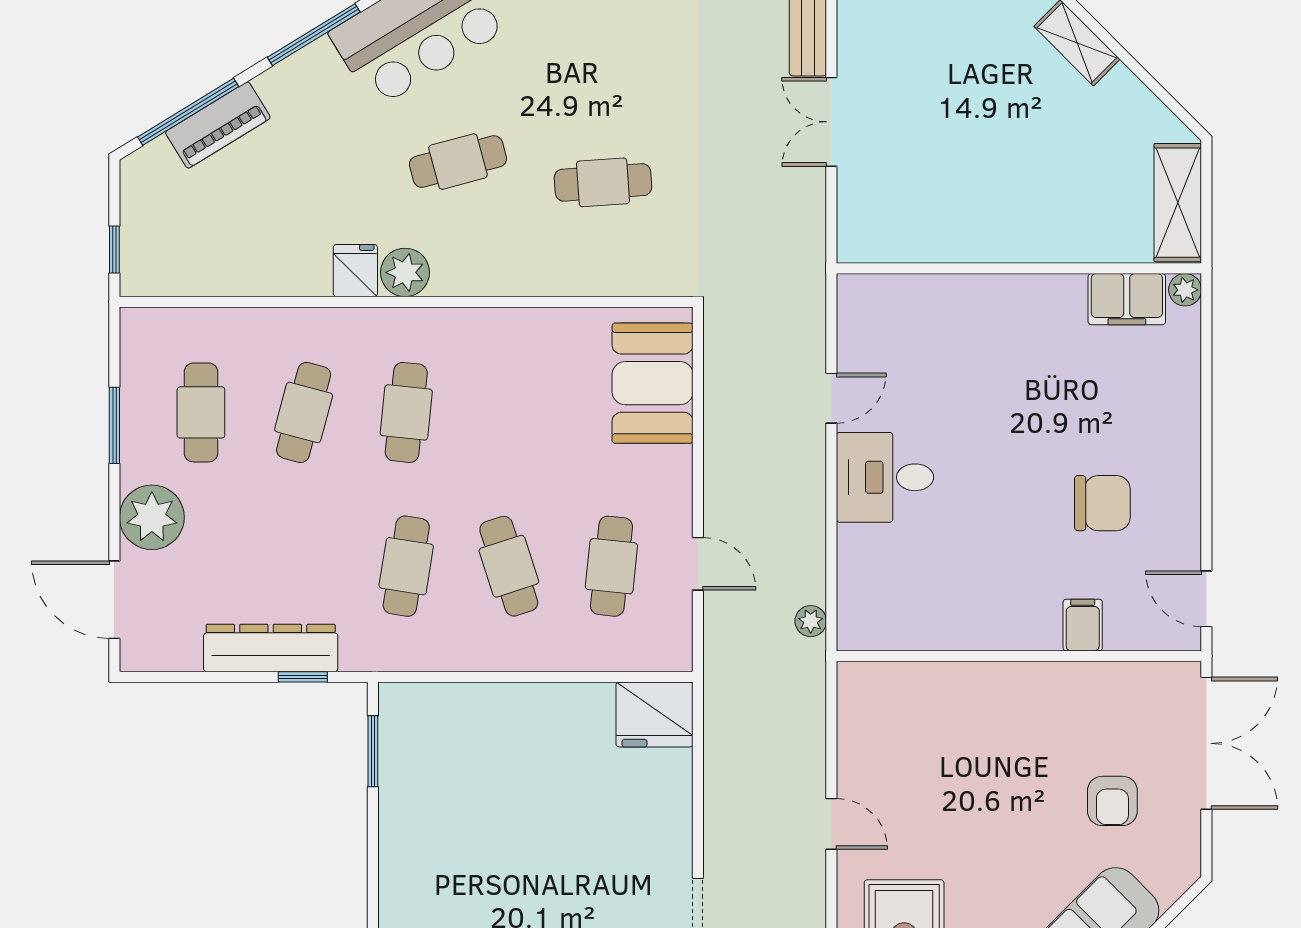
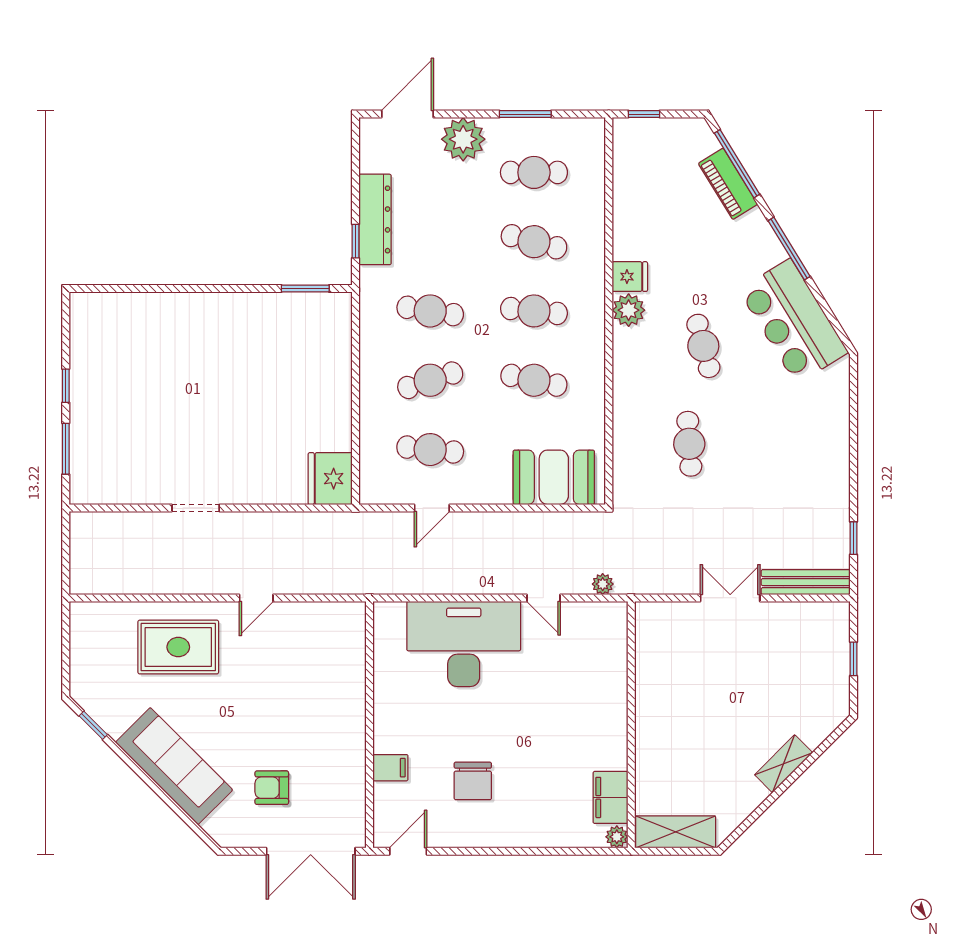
cafe table: (509, 412) -> (534, 380), added
desk: (885, 477) -> (464, 644), width x1.87, depth x1.30
plant: (811, 621) -> (603, 584), moved

